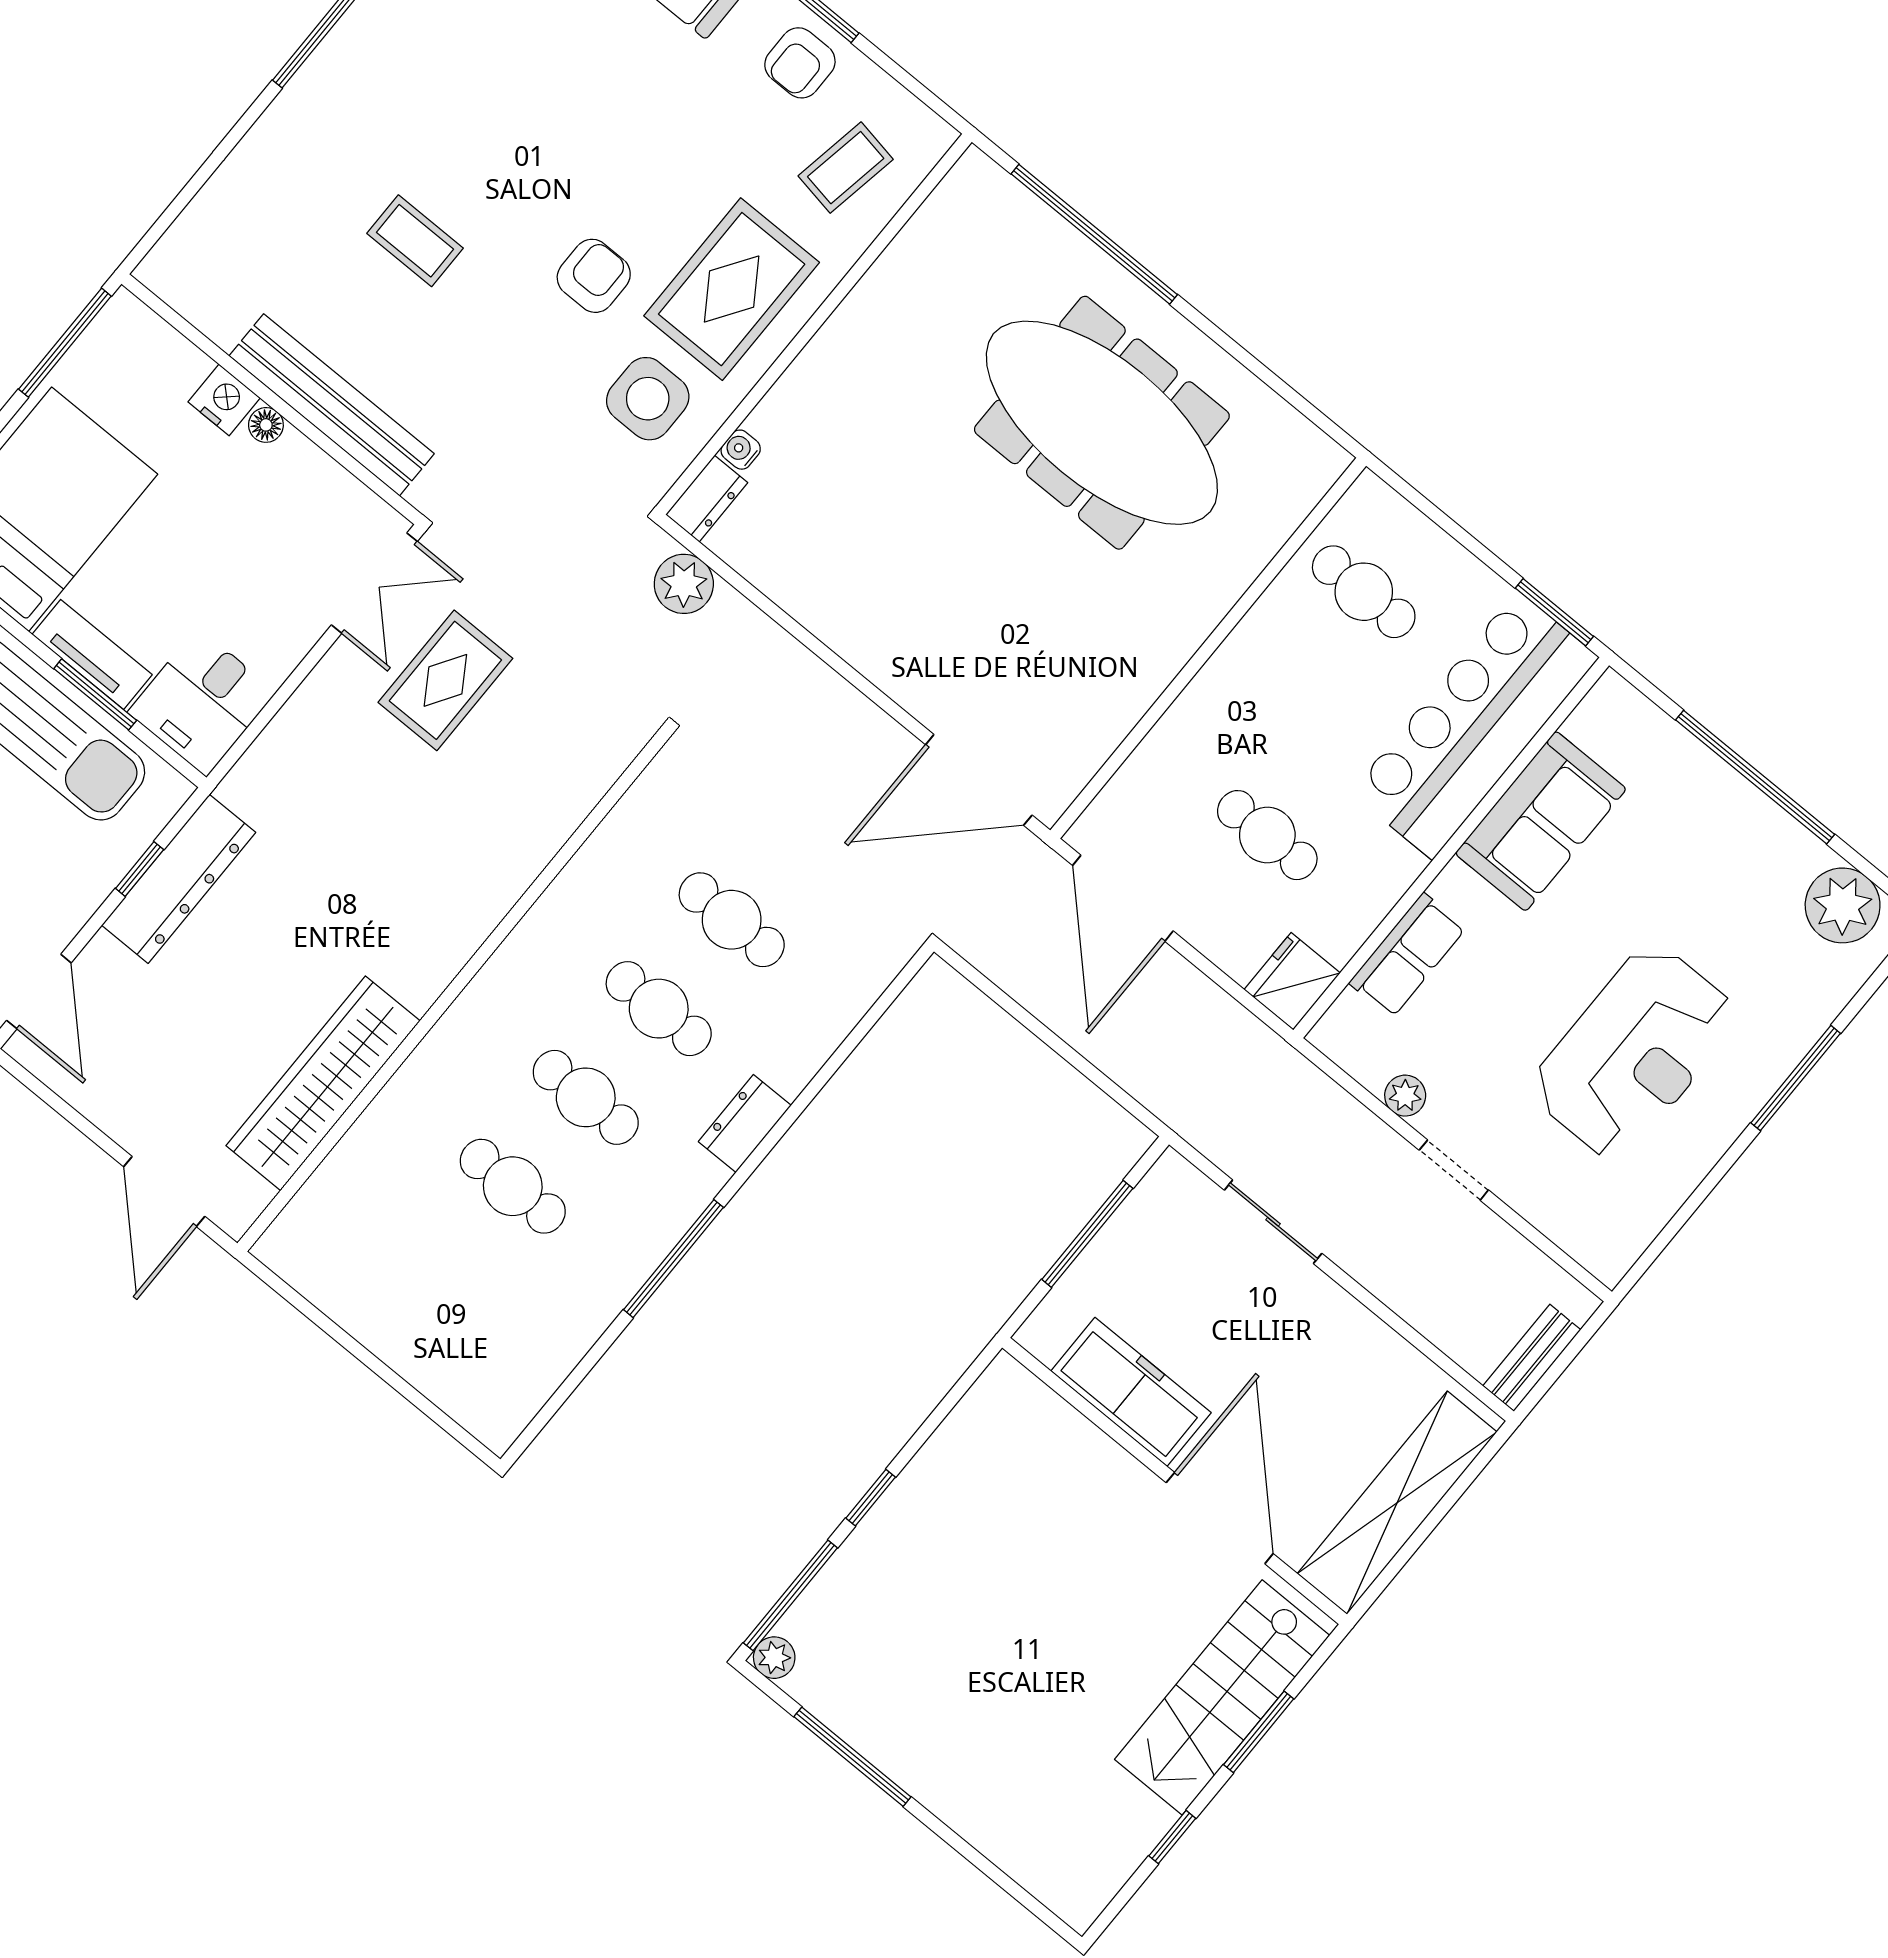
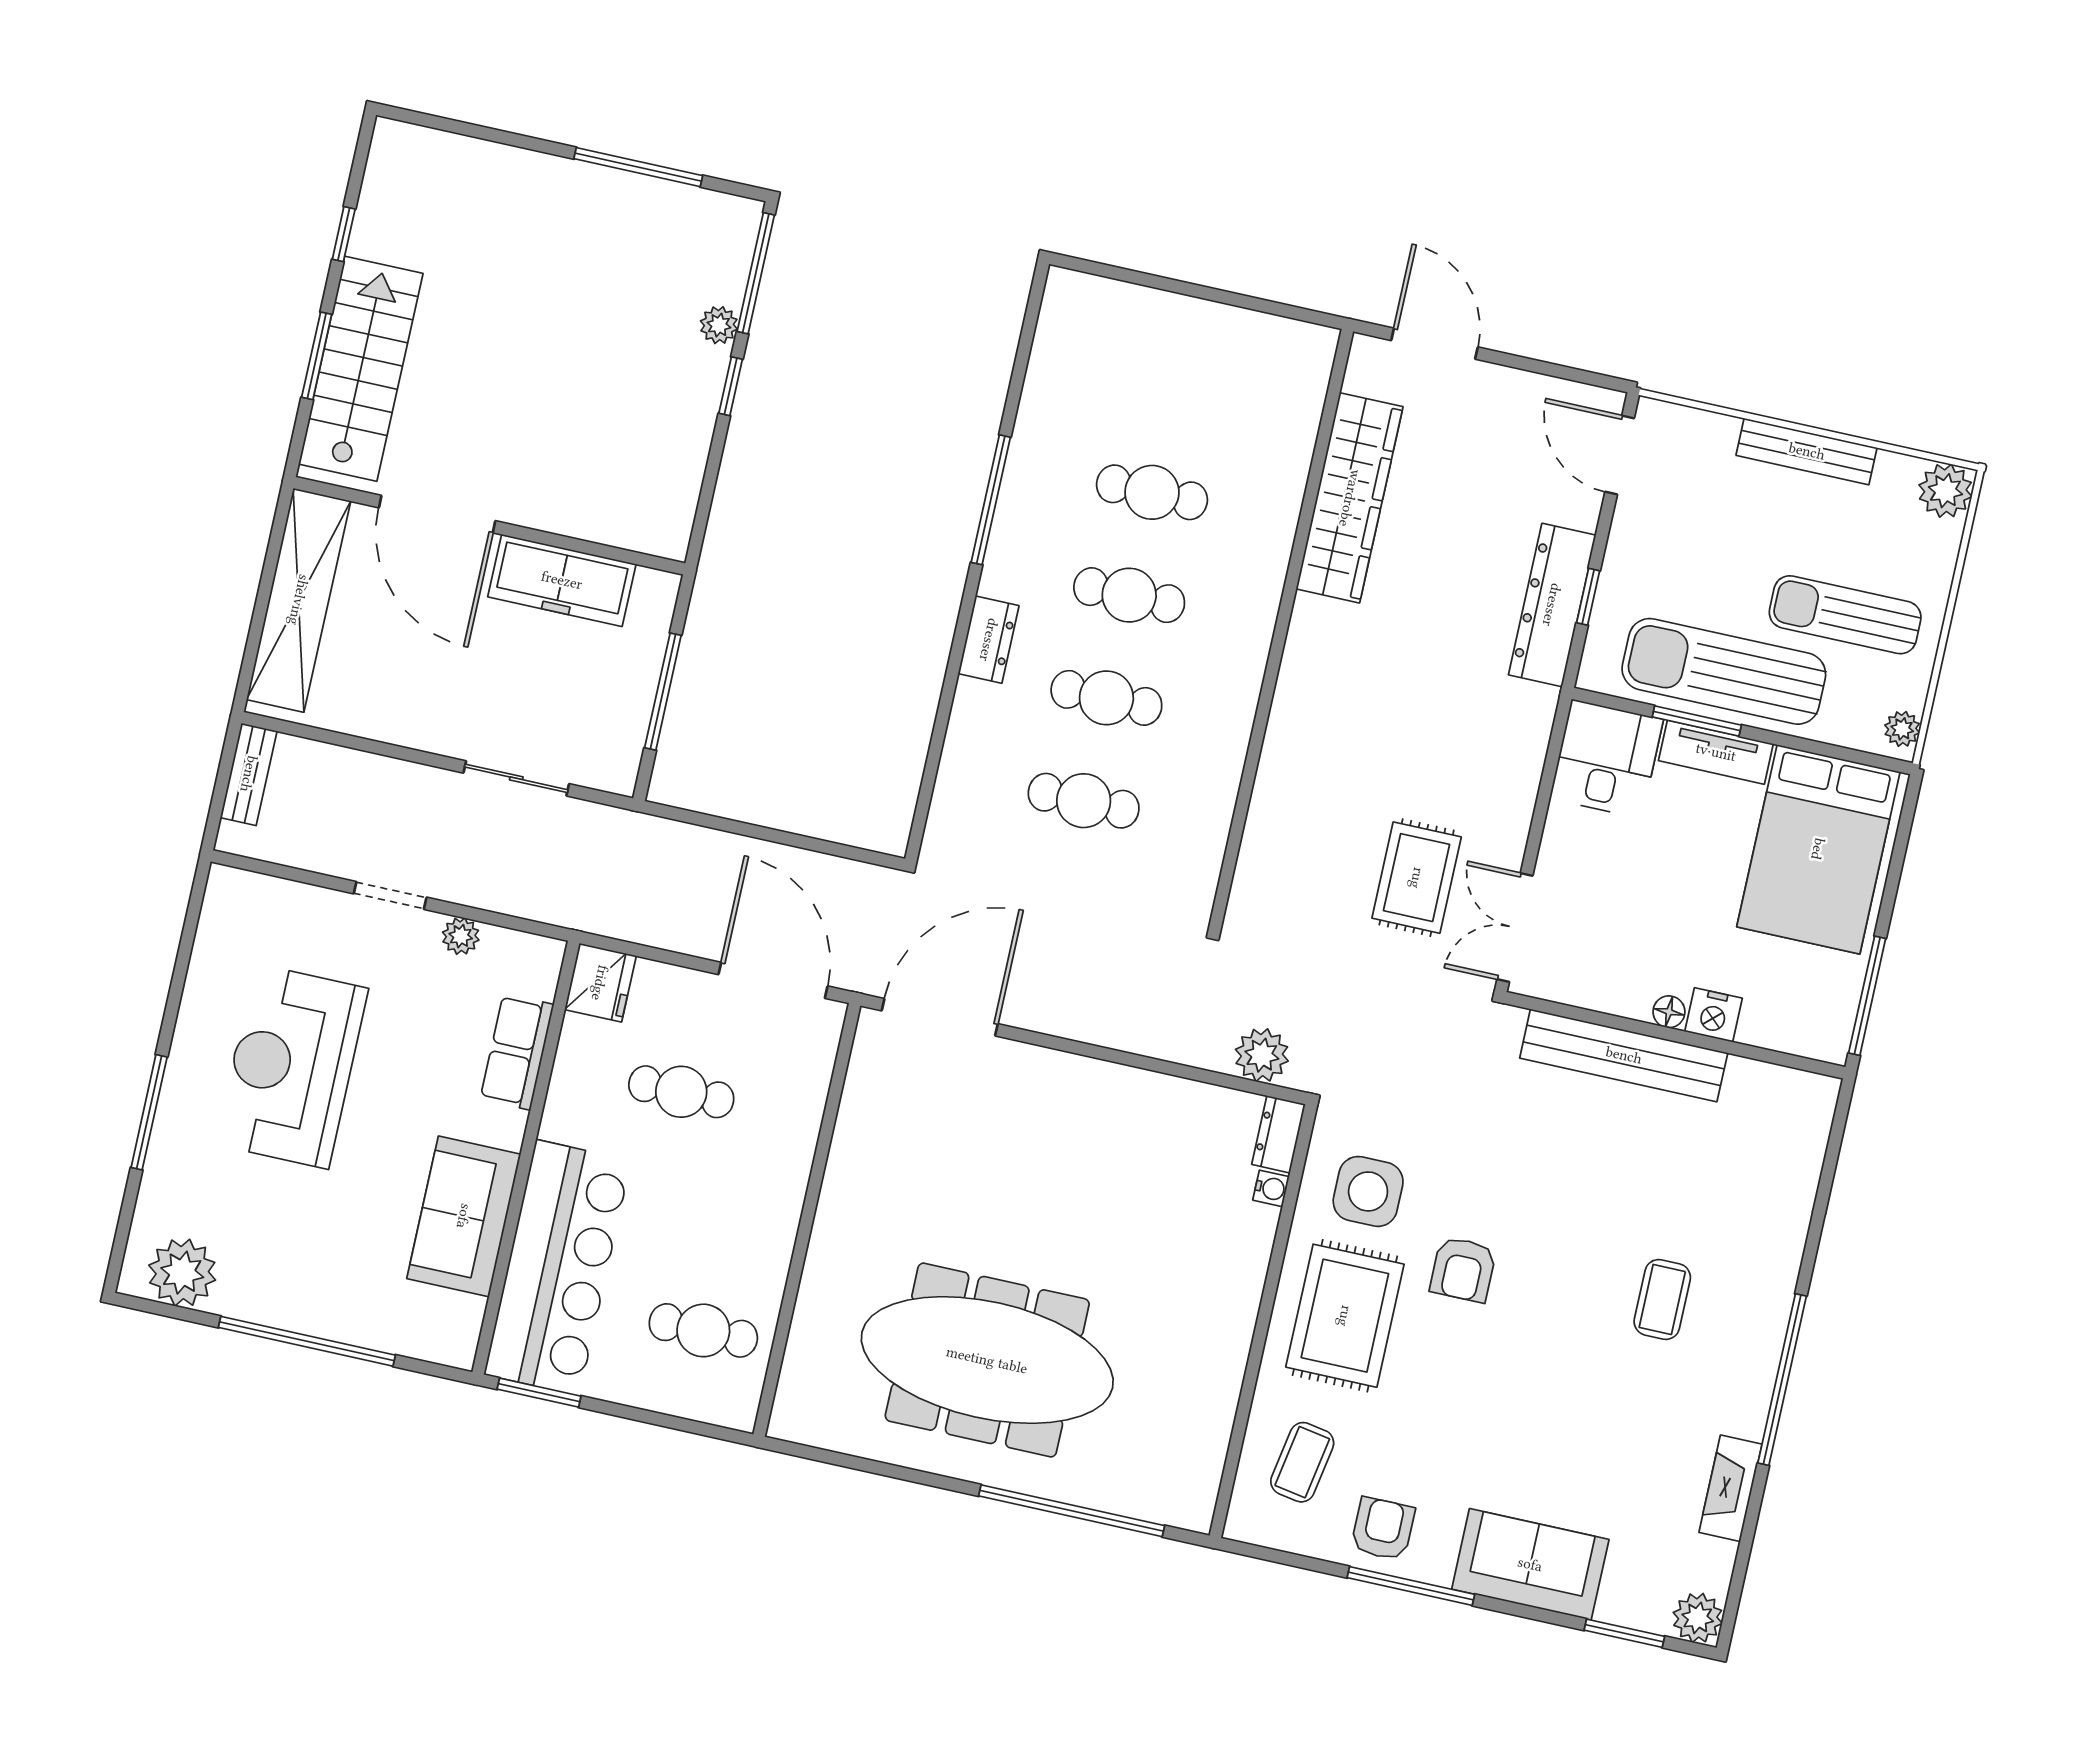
coffee table: (415, 241) -> (1662, 1299), moved, turned 90
plant: (774, 1658) -> (719, 325), moved

